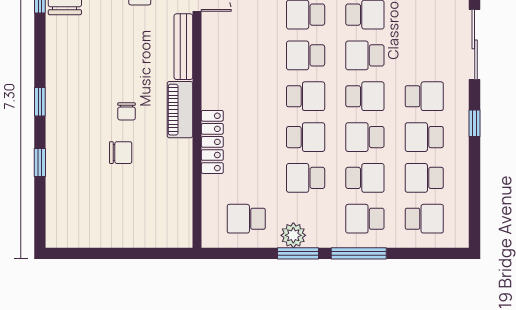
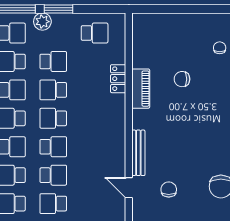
piano: (180, 110) -> (141, 89), moved
chair: (127, 111) -> (220, 48), moved
locker: (212, 142) -> (118, 79), width x0.66
plant: (293, 235) -> (42, 22), moved

